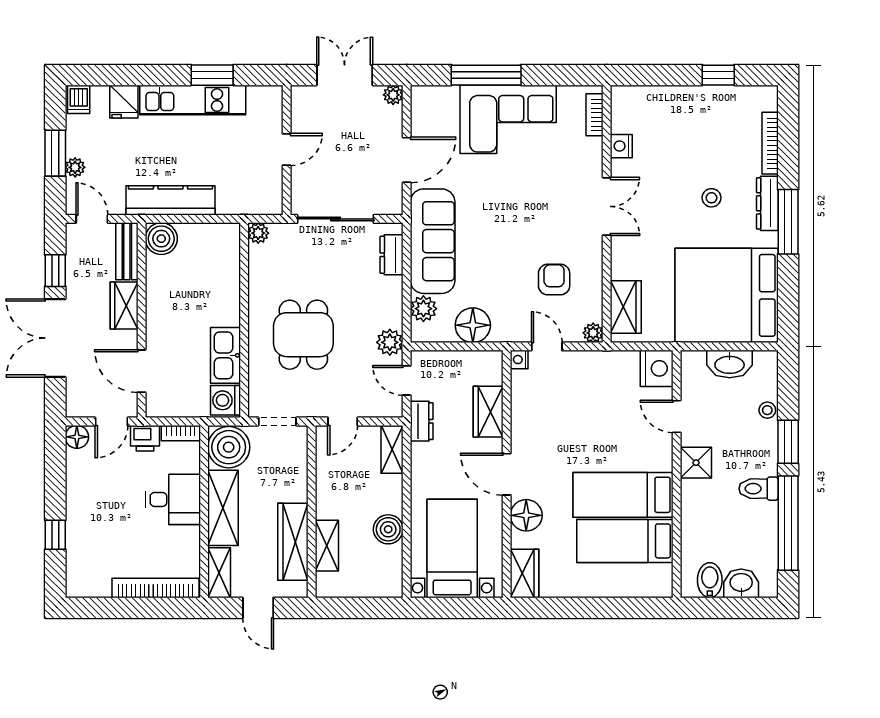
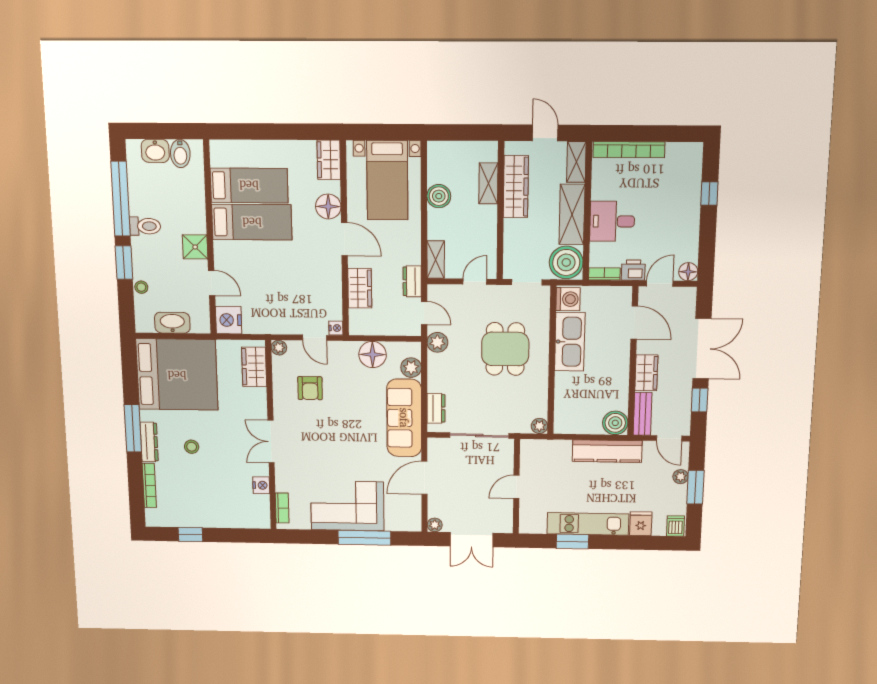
kitchen sink: (226, 355) -> (570, 342), width x1.36, depth x1.24

